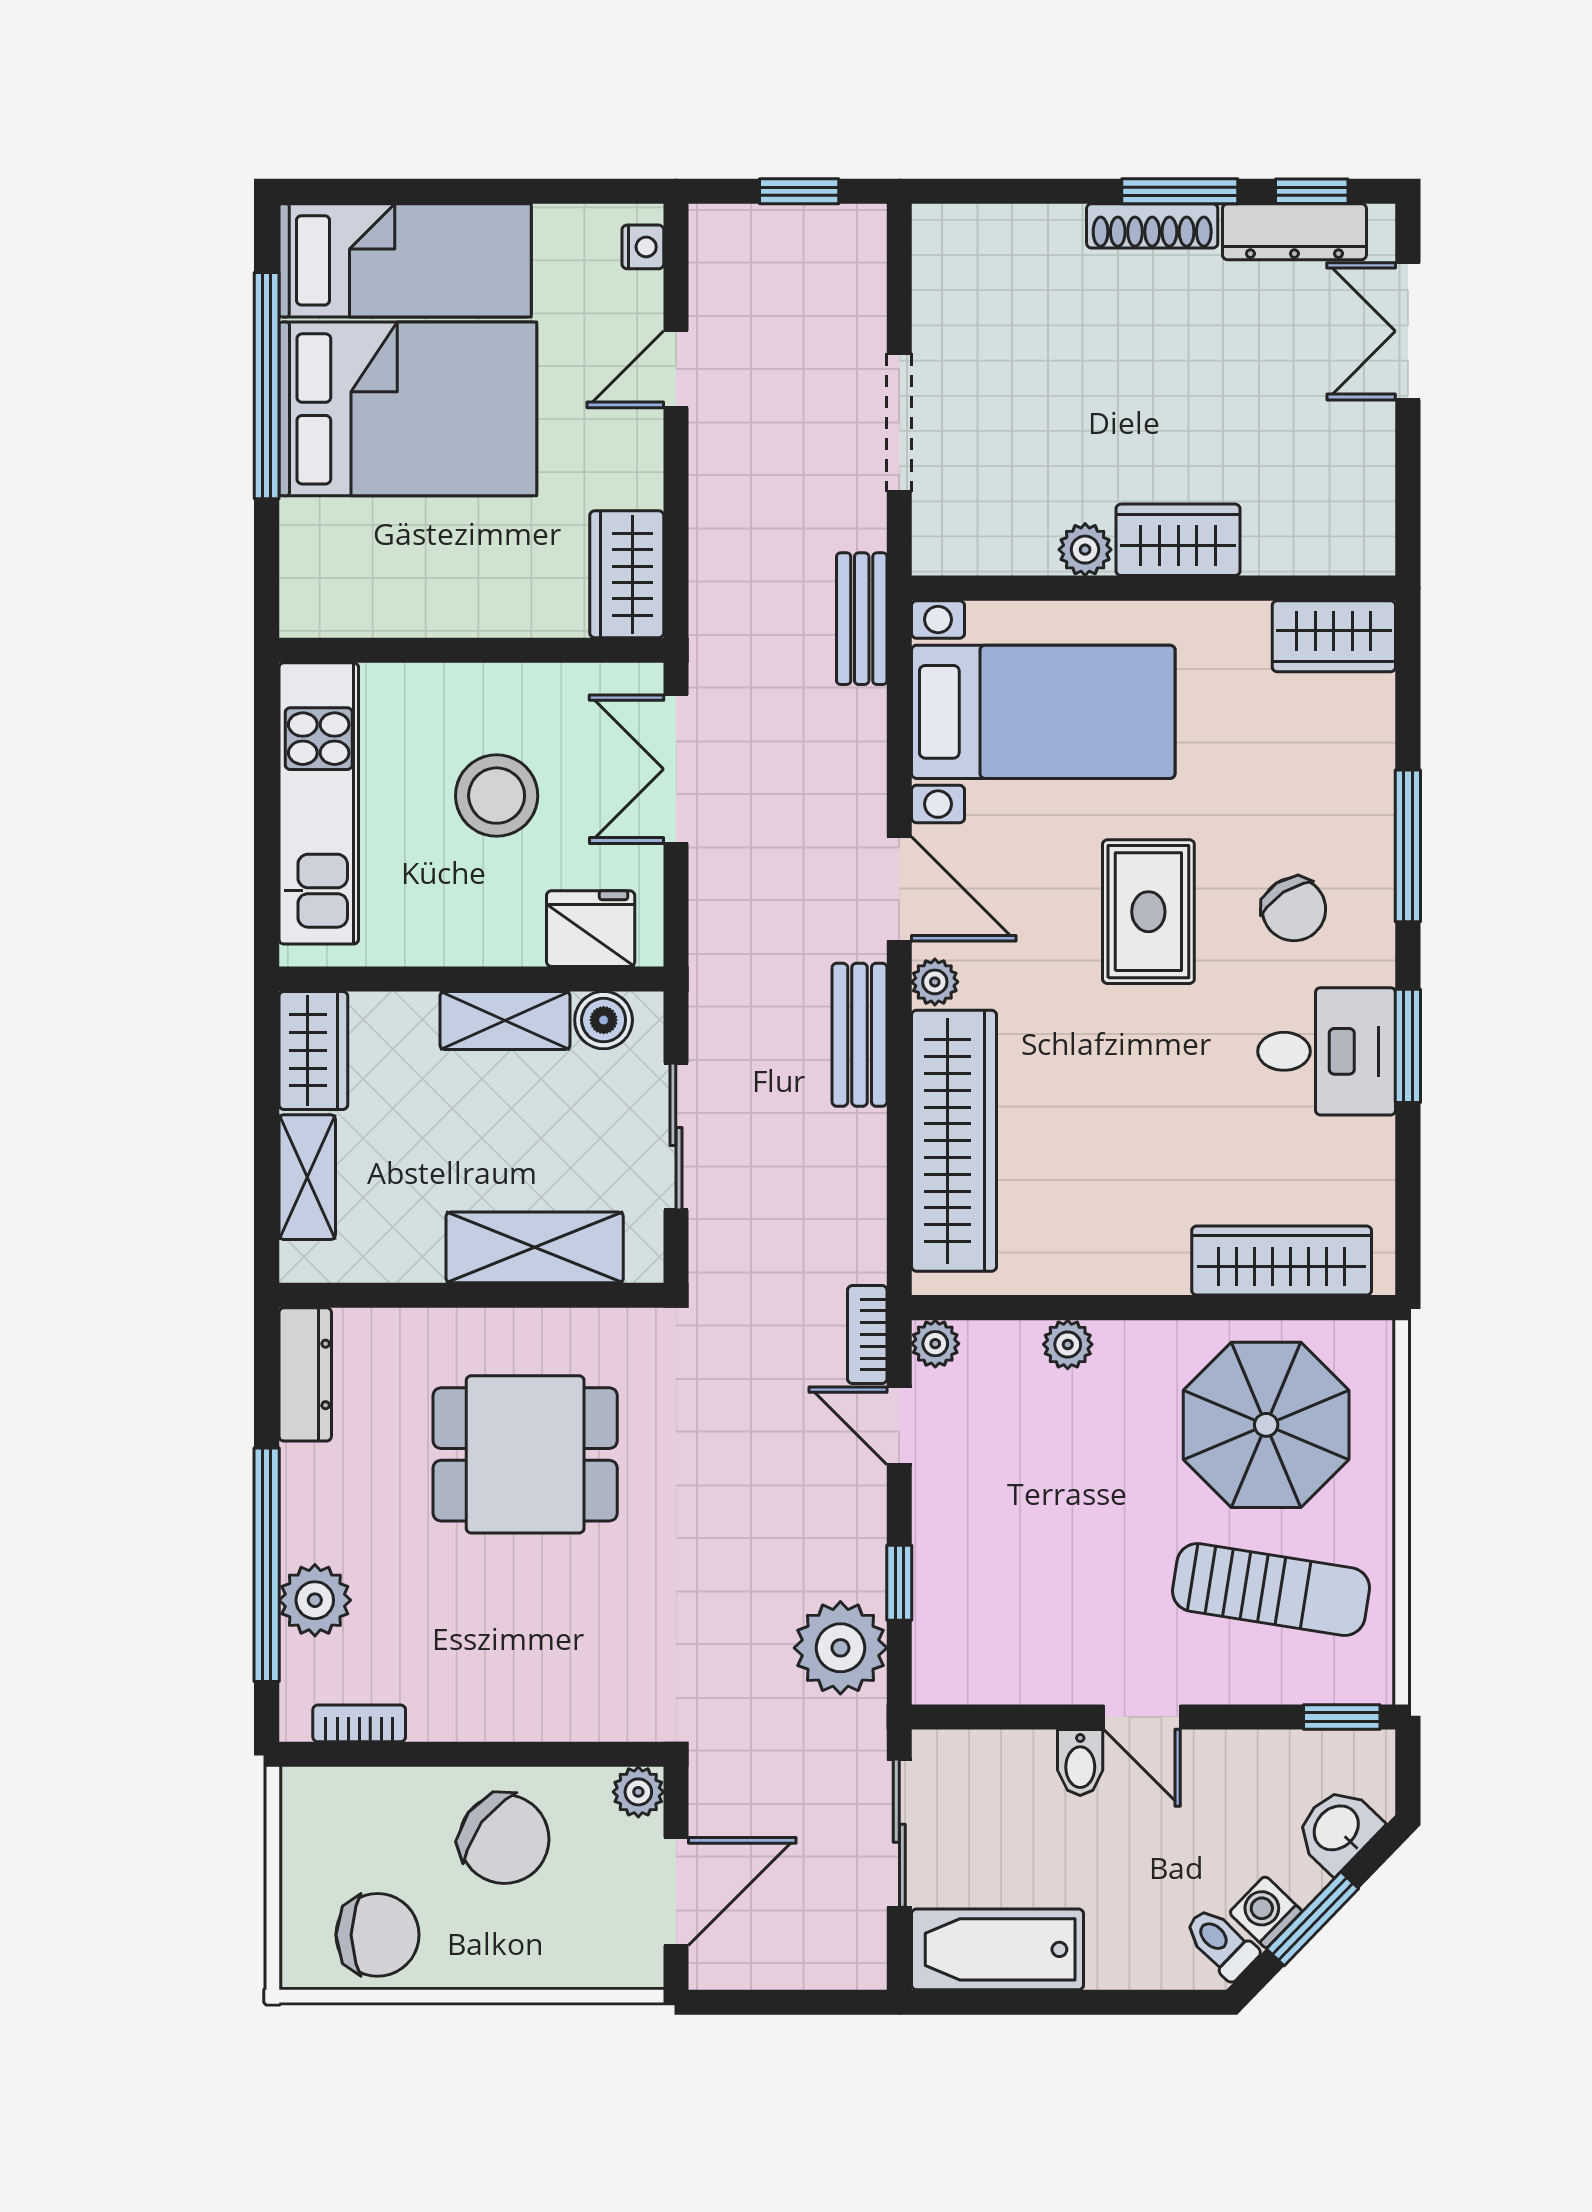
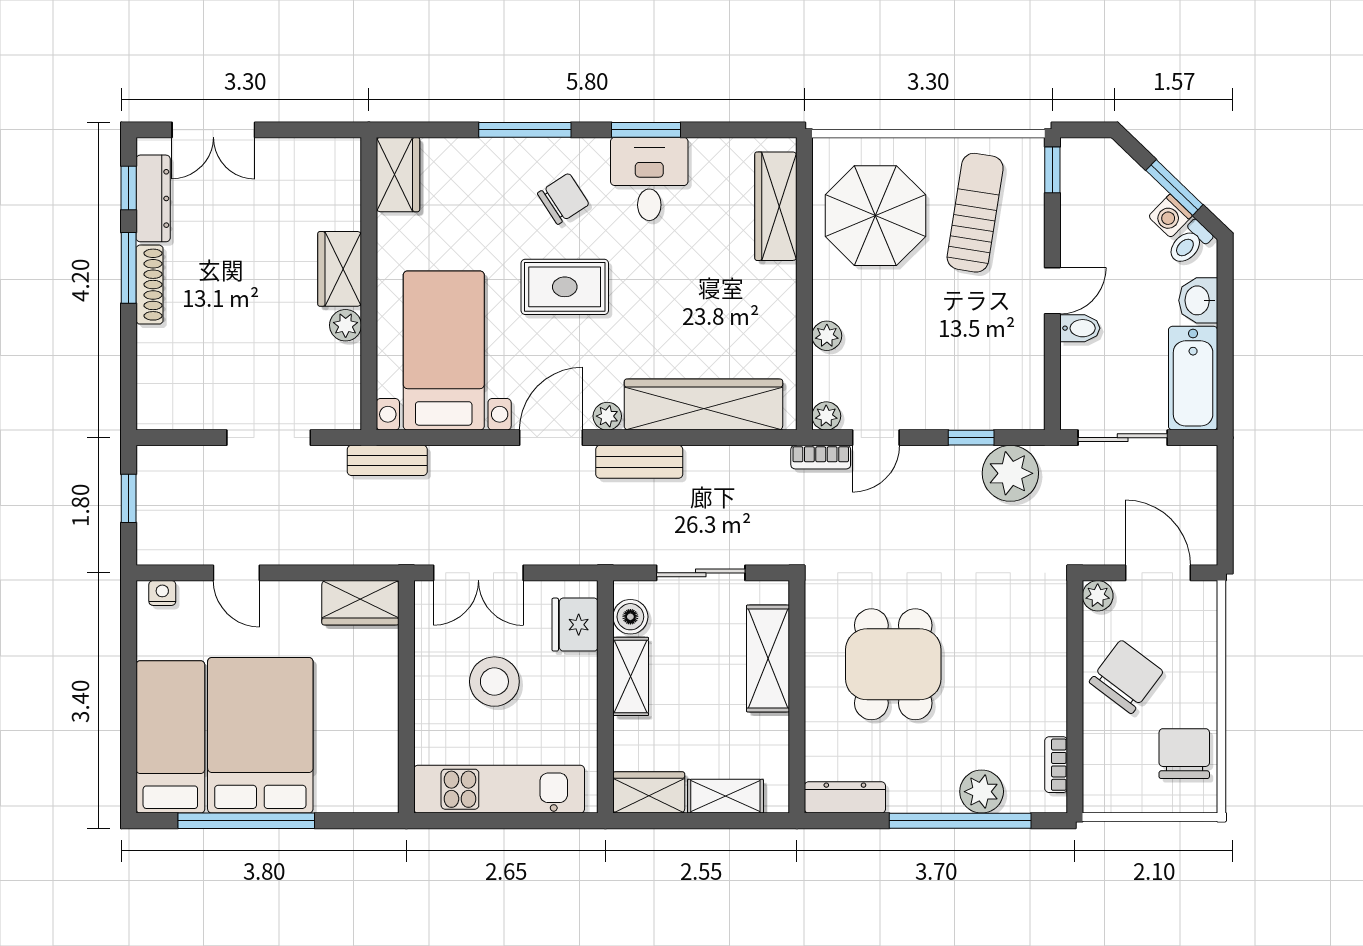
washbasin: (1338, 1829) -> (1198, 300), moved, turned 46

